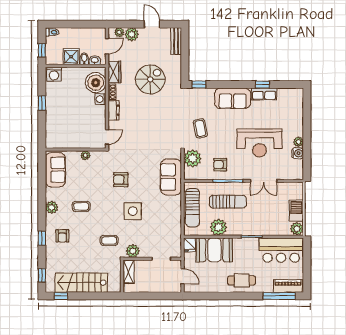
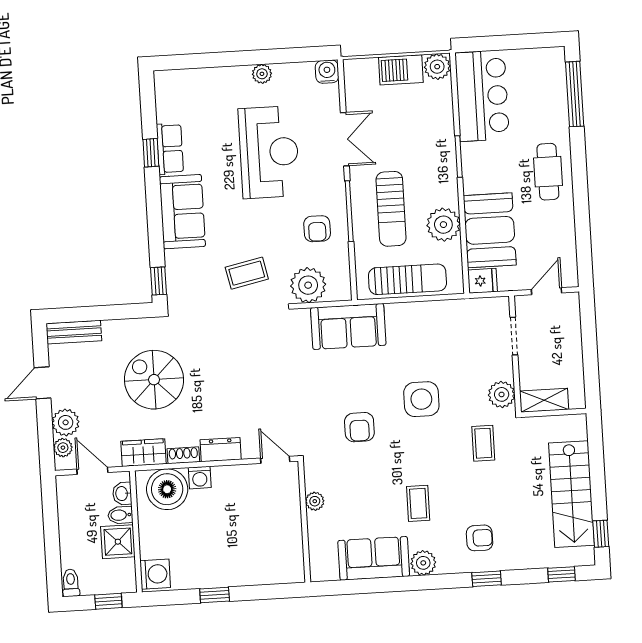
water cooler: (298, 153) -> (327, 72), moved
sofa: (55, 170) -> (374, 558), moved
sun lounger: (228, 202) -> (391, 209), turned 180
piano: (288, 286) -> (554, 78), removed

